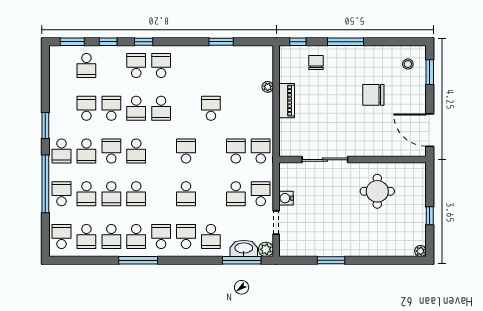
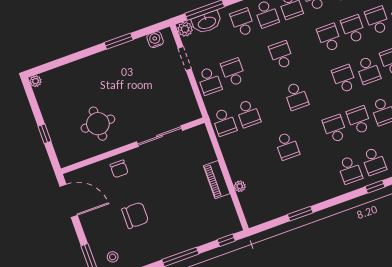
chair: (316, 63) -> (119, 169), moved
water cooler: (286, 198) -> (155, 40), moved, turned -90
window: (430, 216) -> (44, 134), moved

